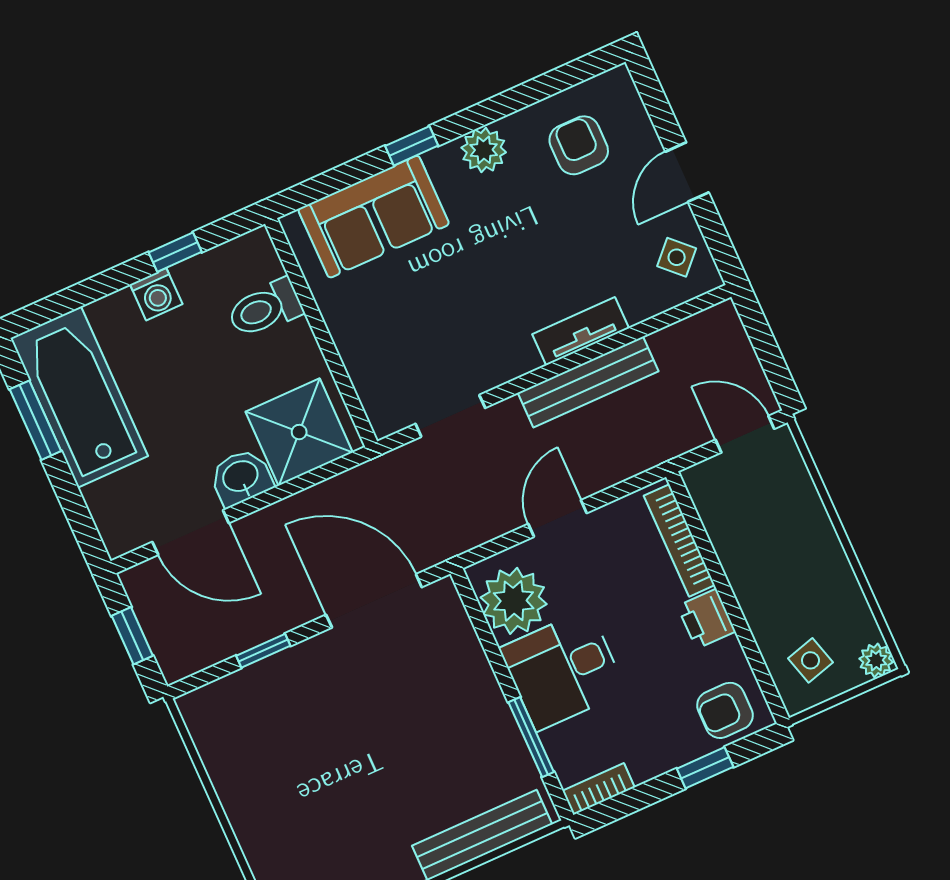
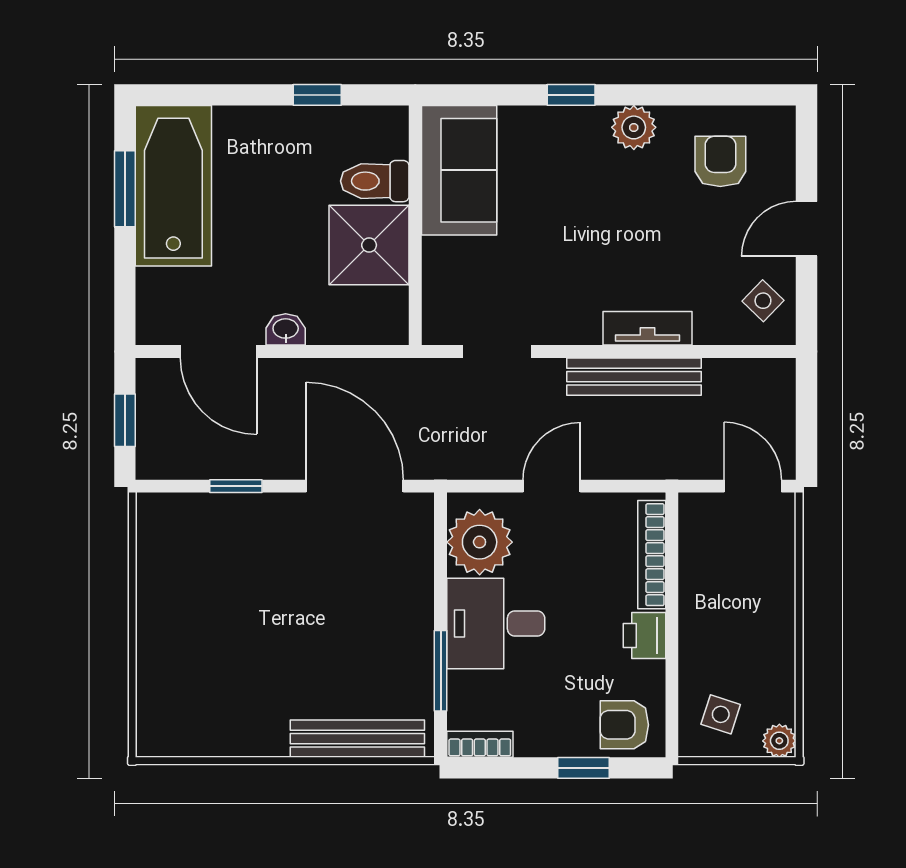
sofa: (374, 217) -> (459, 170), moved, turned -90
washing machine: (156, 294) -> (283, 125), removed
shower: (299, 432) -> (369, 245), moved
washbasin: (241, 477) -> (286, 329), width x0.72, depth x0.69
side table: (810, 660) -> (721, 714), turned 34

